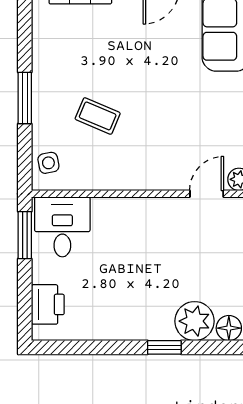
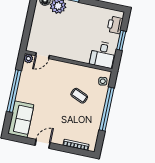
window: (25, 98) -> (107, 109), width x2.11
window: (25, 235) -> (121, 40), moved

